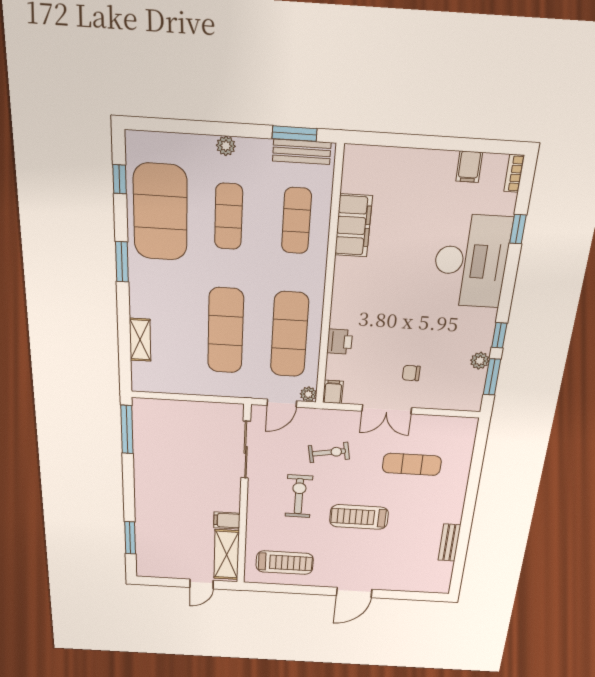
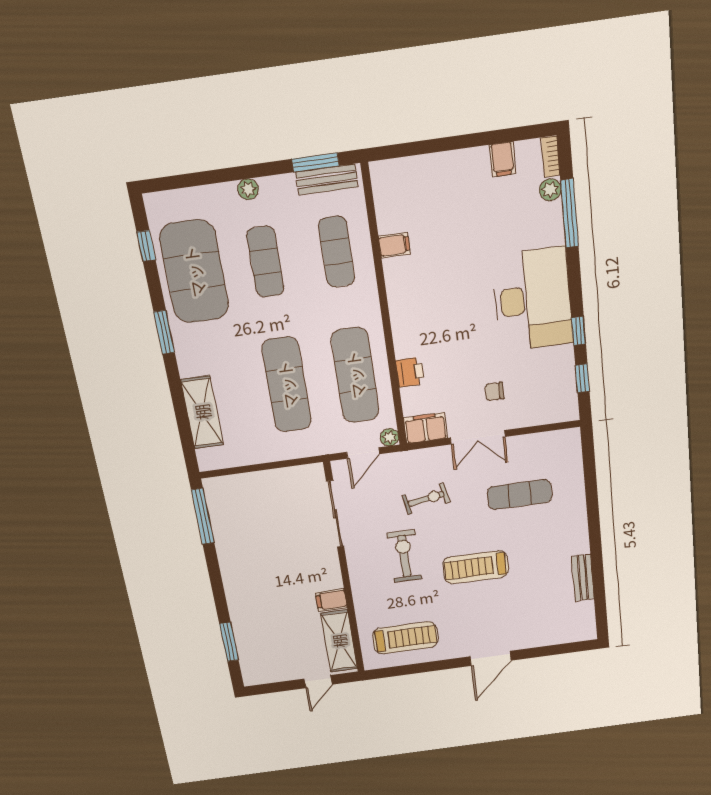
filing cabinet: (353, 226) -> (394, 245), width x0.33, depth x0.86
window: (518, 229) -> (569, 213), width x2.17
desk: (471, 261) -> (533, 299), moved
shelving: (140, 340) -> (202, 412), width x1.50, depth x1.33
plant: (480, 361) -> (550, 190), moved
window: (492, 377) -> (582, 378), width x0.67
filing cabinet: (333, 392) -> (426, 428), width x2.00

